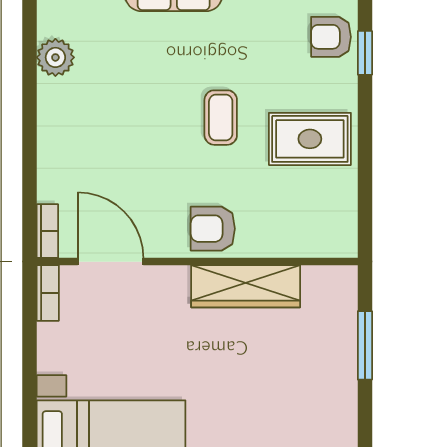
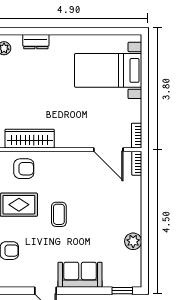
armchair: (213, 229) -> (24, 169), moved
wardrobe: (246, 286) -> (30, 139), moved

